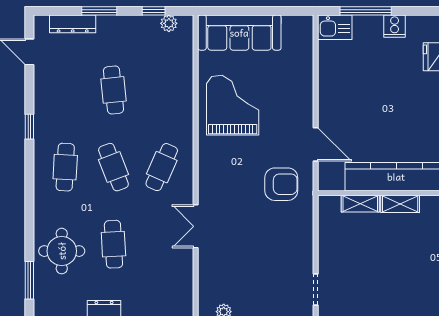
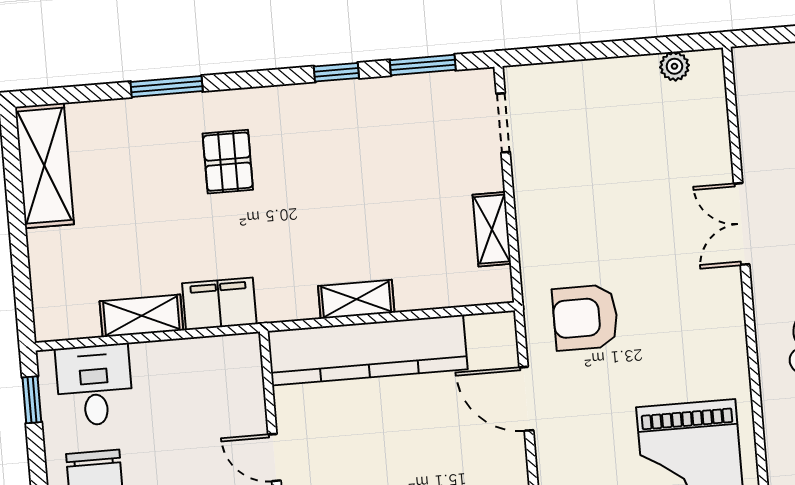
shelving: (360, 204) -> (492, 229), moved, turned 90
double door: (196, 226) -> (742, 224), swing flipped

